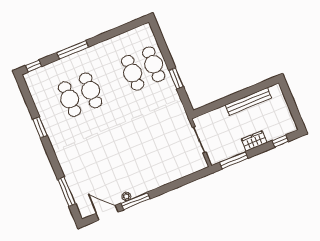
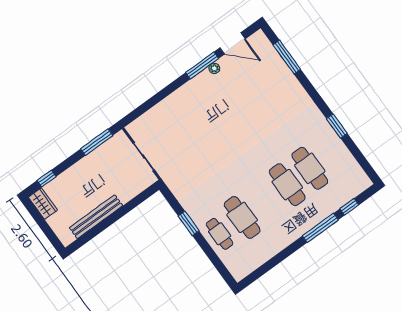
cafe table: (154, 64) -> (220, 234), width x0.73, depth x0.74
window: (34, 66) -> (349, 207), moved
wardrobe: (254, 141) -> (43, 204), moved, turned -90

